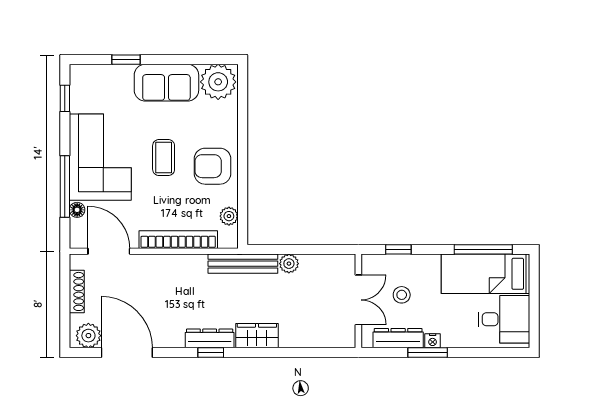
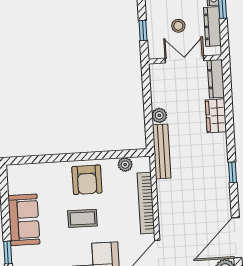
plant: (218, 82) -> (21, 179), removed
wardrobe: (257, 336) -> (216, 116), moved
dresser: (210, 338) -> (216, 79), moved

